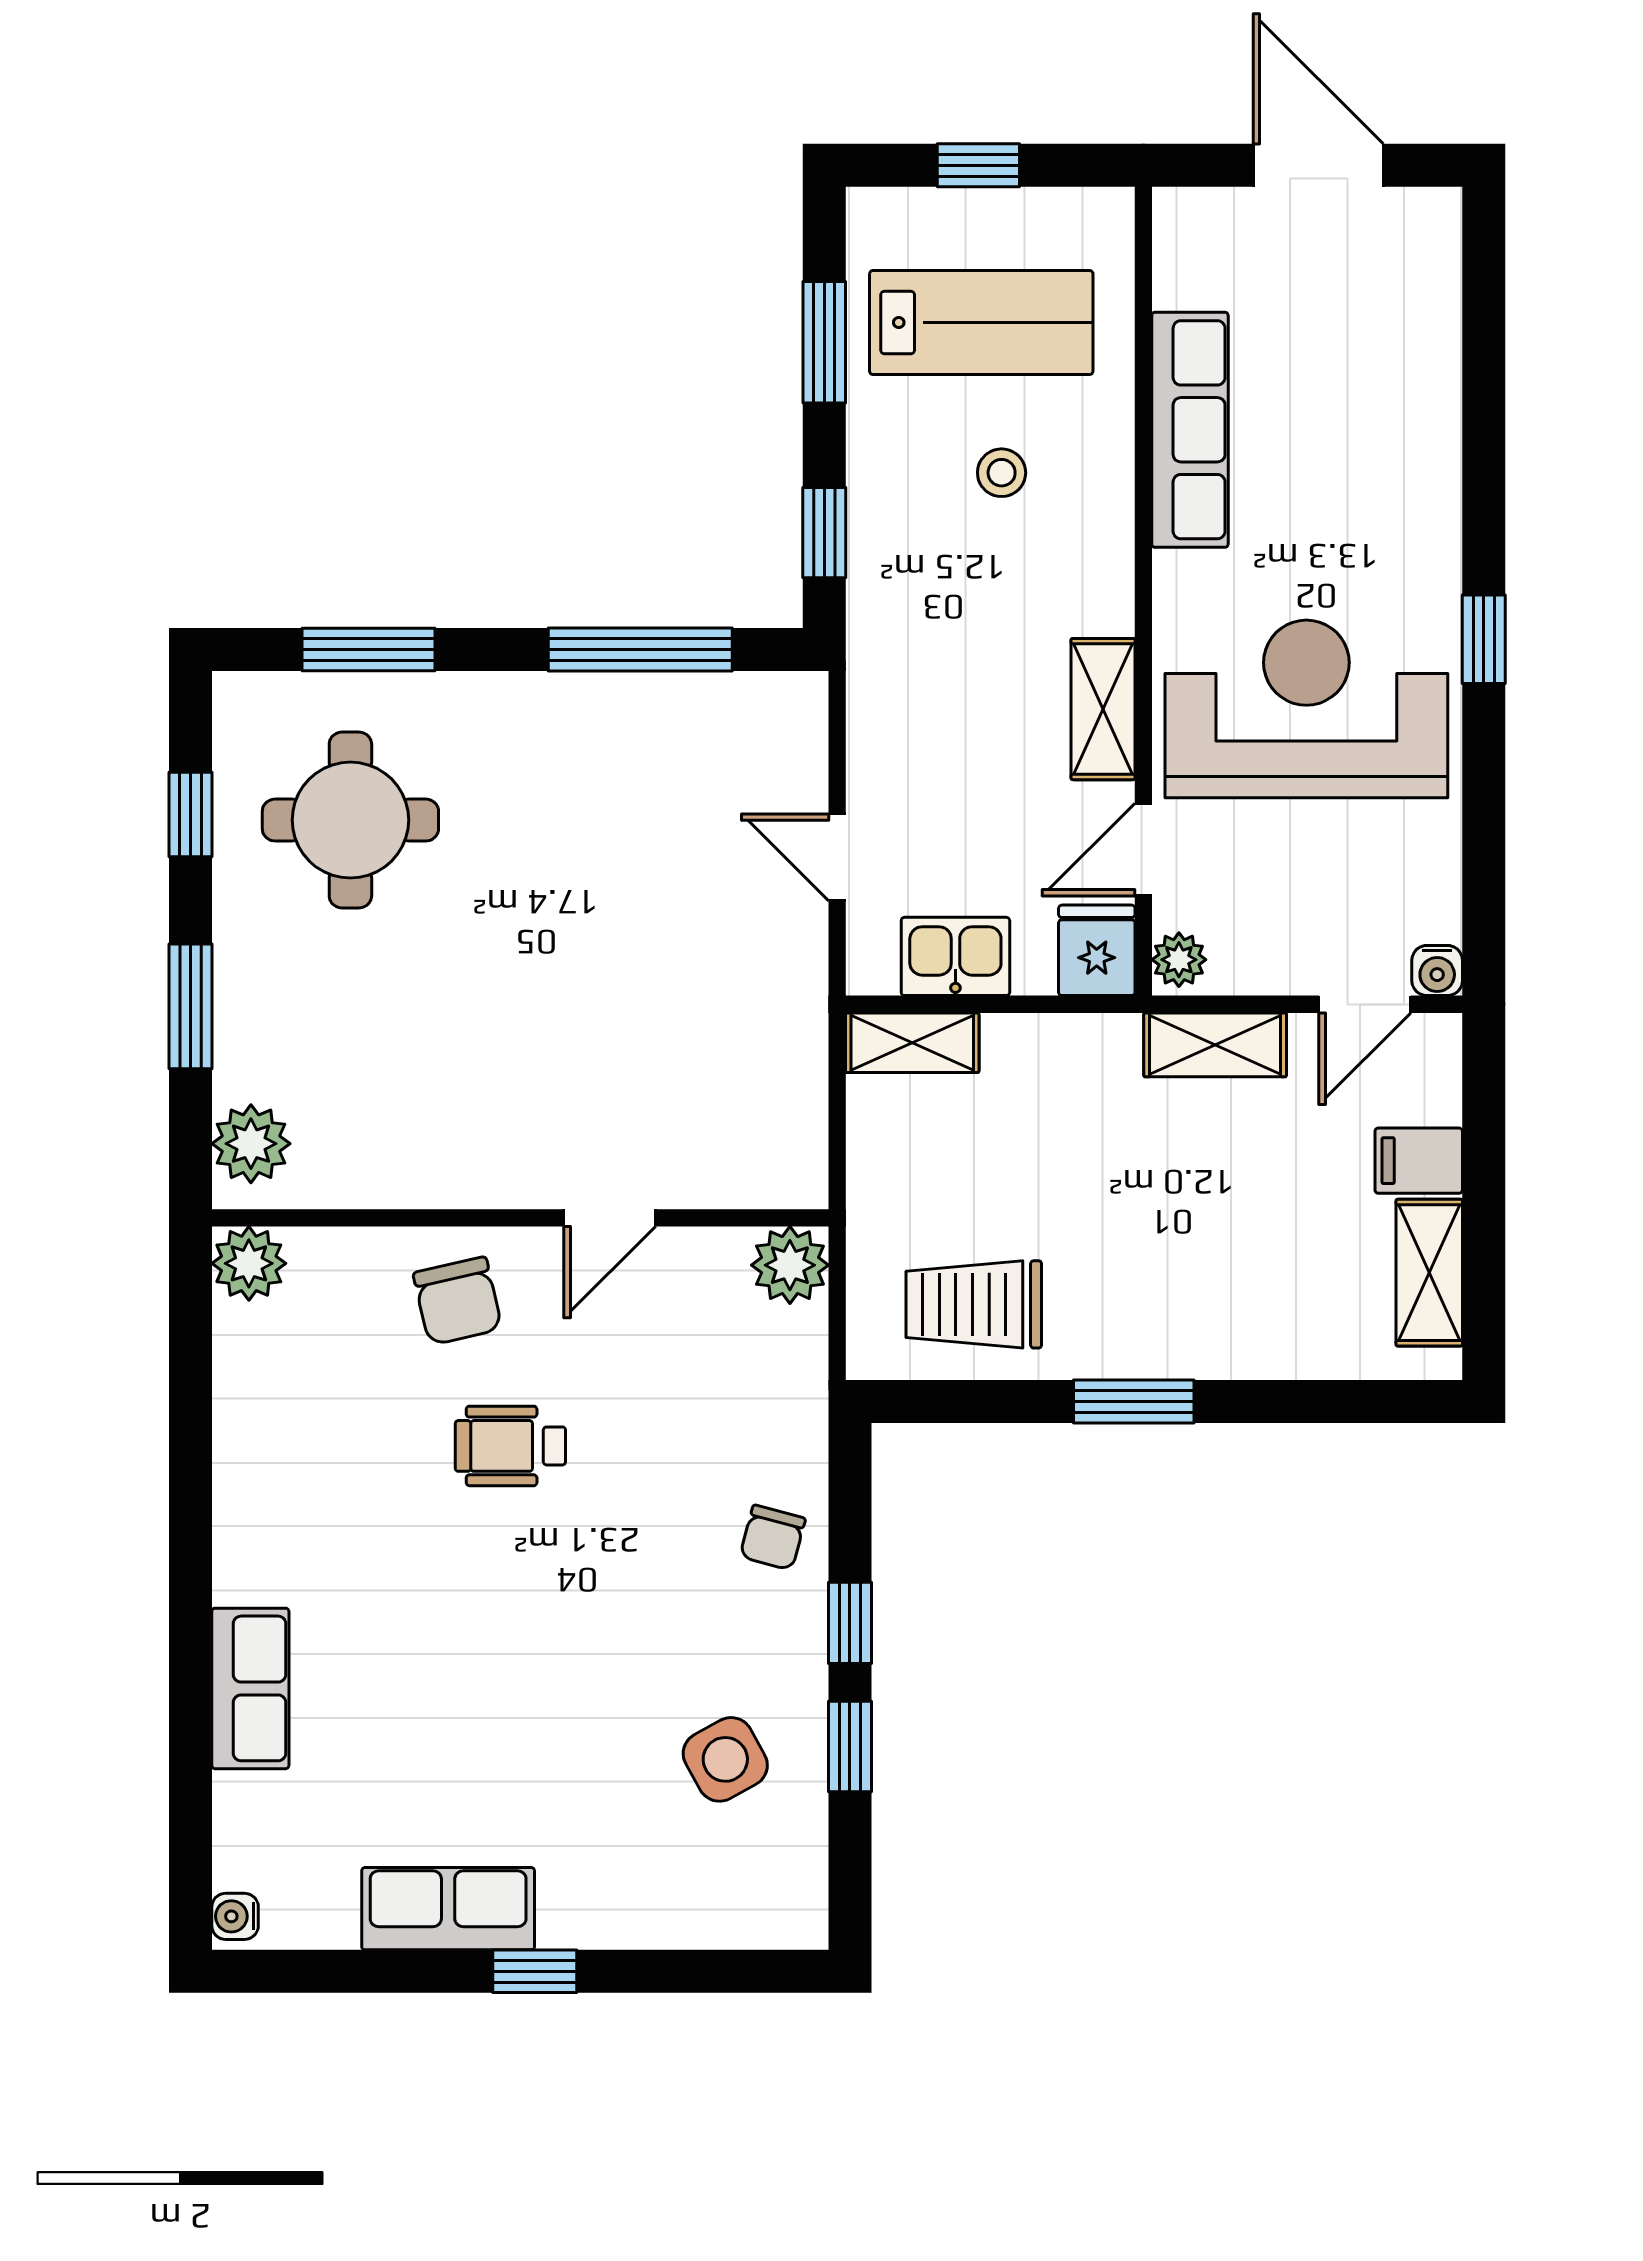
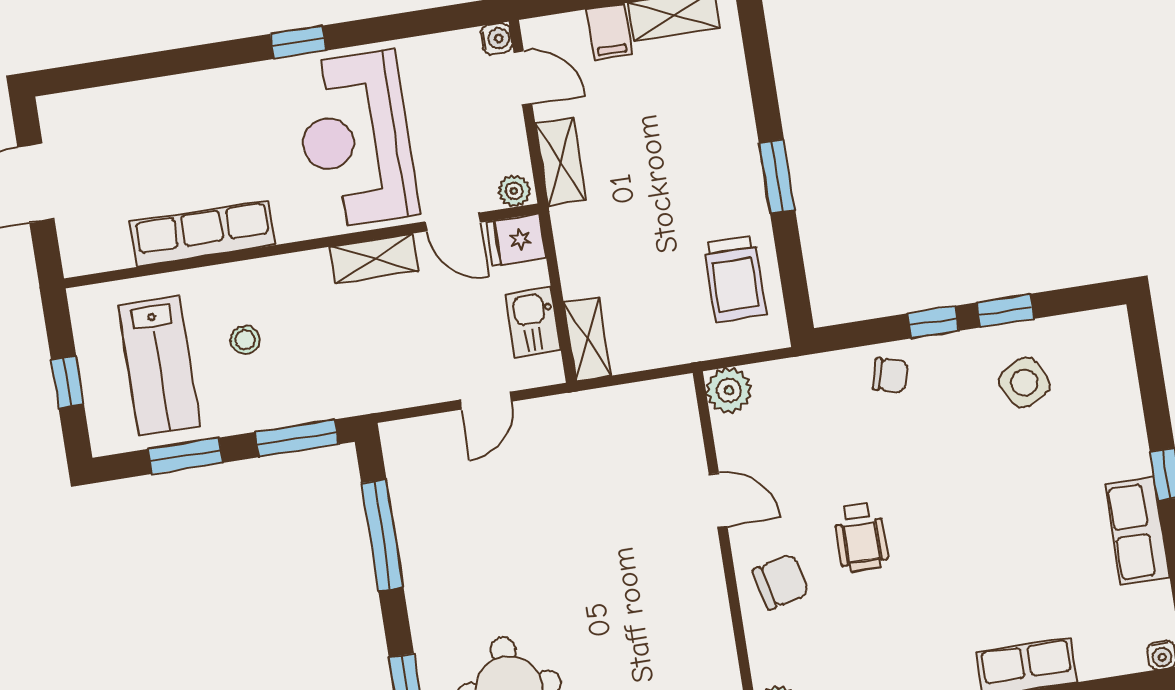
lab bench: (981, 323) -> (159, 366), turned 180
window: (824, 533) -> (297, 438), width x1.50

